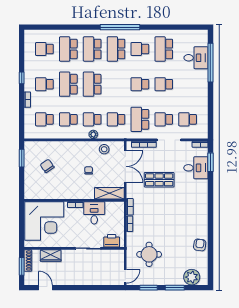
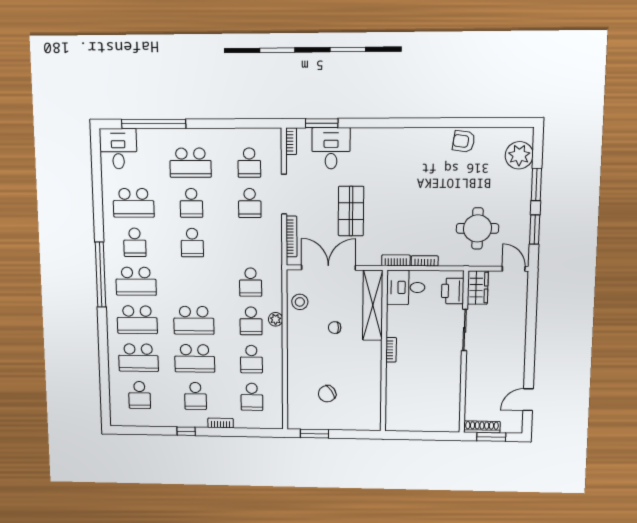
desk: (196, 58) -> (118, 149), moved
school desk: (140, 119) -> (191, 163), moved
shelving: (109, 193) -> (373, 305), width x1.47
desk: (94, 213) -> (406, 287), moved
corner desk: (44, 221) -> (417, 400), removed
wardrobe: (51, 256) -> (478, 287), moved

